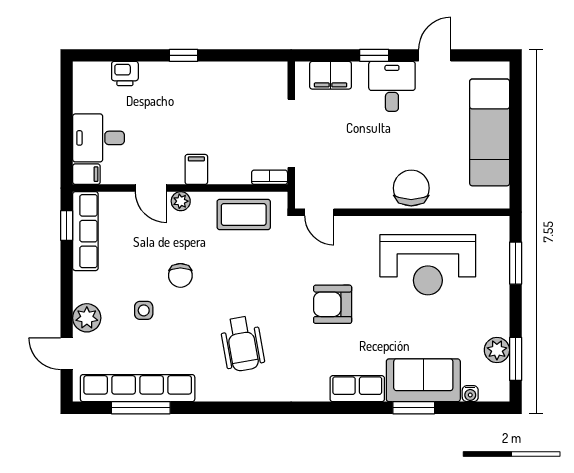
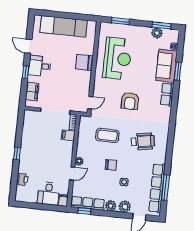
filing cabinet: (196, 169) -> (68, 135), moved
coffee table: (244, 214) -> (107, 135), moved, turned 90
plant: (85, 285) -> (111, 206), added

